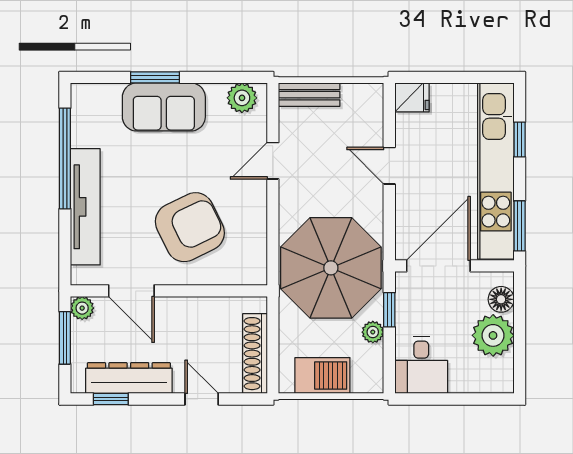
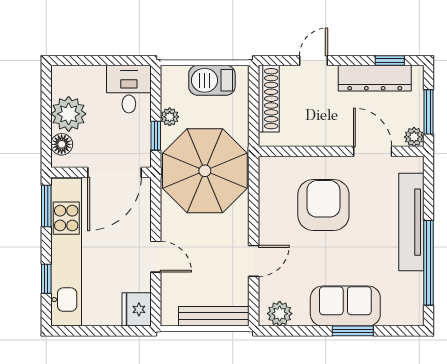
bench: (309, 95) -> (214, 316), width x1.36
fridge: (412, 97) -> (137, 309), width x1.38
armchair: (190, 227) -> (323, 205), turned 116
door: (202, 399) -> (313, 60), swing flipped

